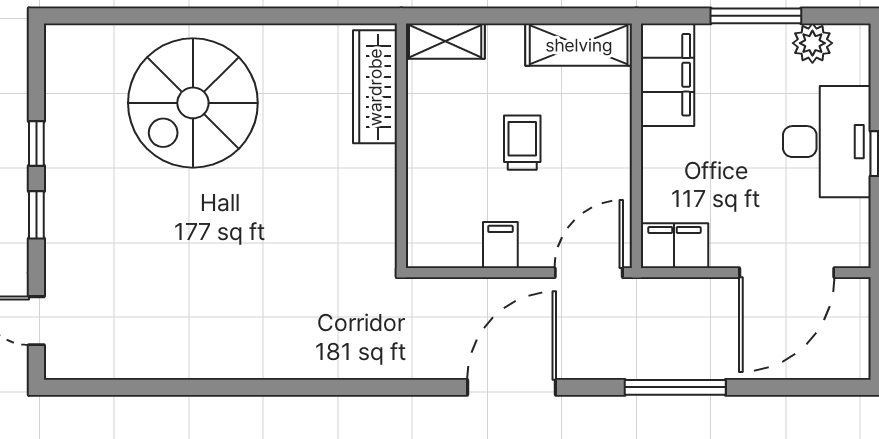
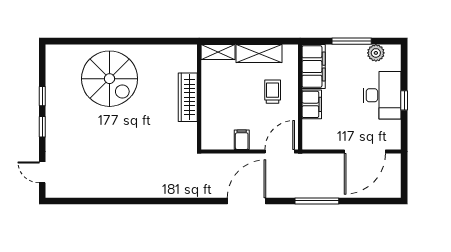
shelving: (579, 45) -> (259, 54), moved
wardrobe: (375, 87) -> (188, 97), moved
spiral stairs: (193, 103) -> (110, 79), turned -90
trolley: (522, 143) -> (273, 92), moved
filing cabinet: (674, 246) -> (312, 104), moved, turned 90

